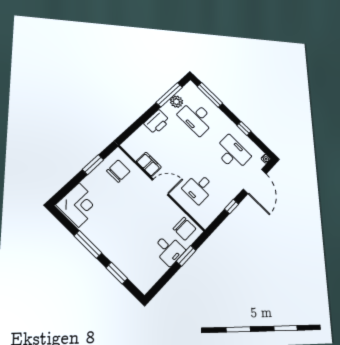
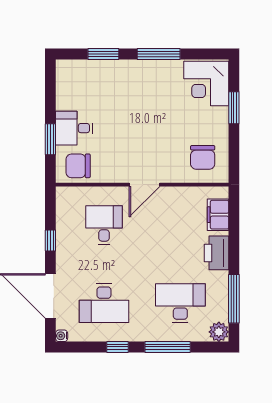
window: (210, 95) -> (168, 347), moved
plant: (176, 102) -> (219, 332), moved
filing cabinet: (149, 164) -> (218, 215), moved, turned 90
window: (93, 165) -> (234, 108), moved

